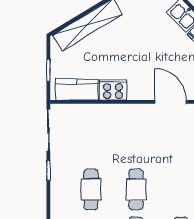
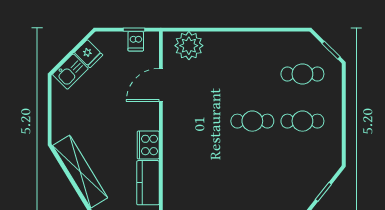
cafe table: (91, 189) -> (252, 168), removed

